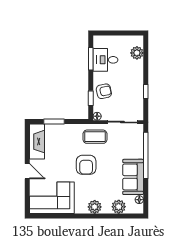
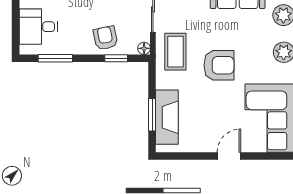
desk: (105, 60) -> (38, 27), moved, turned 90
fireplace: (37, 142) -> (167, 117), moved, turned 90

